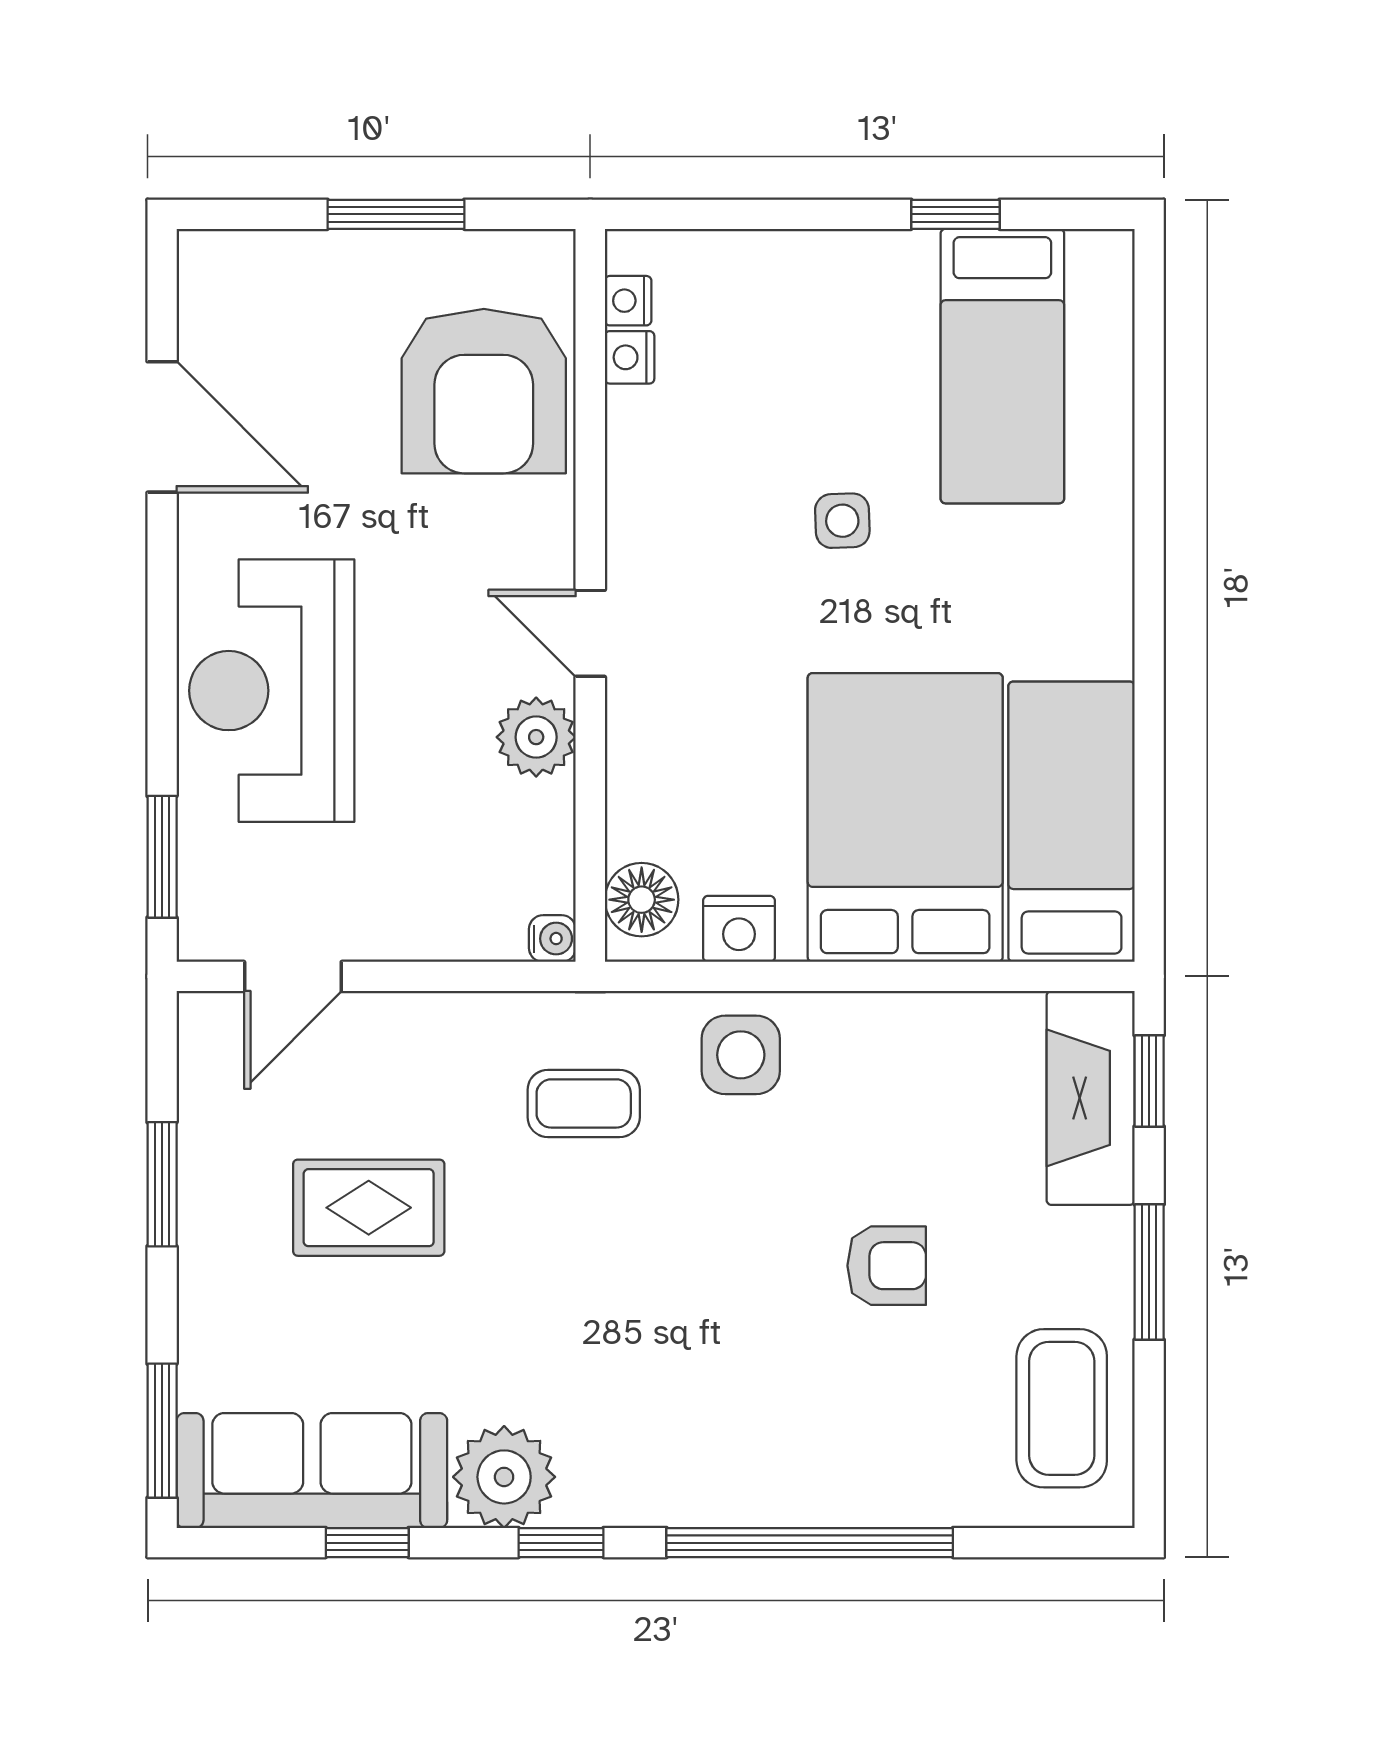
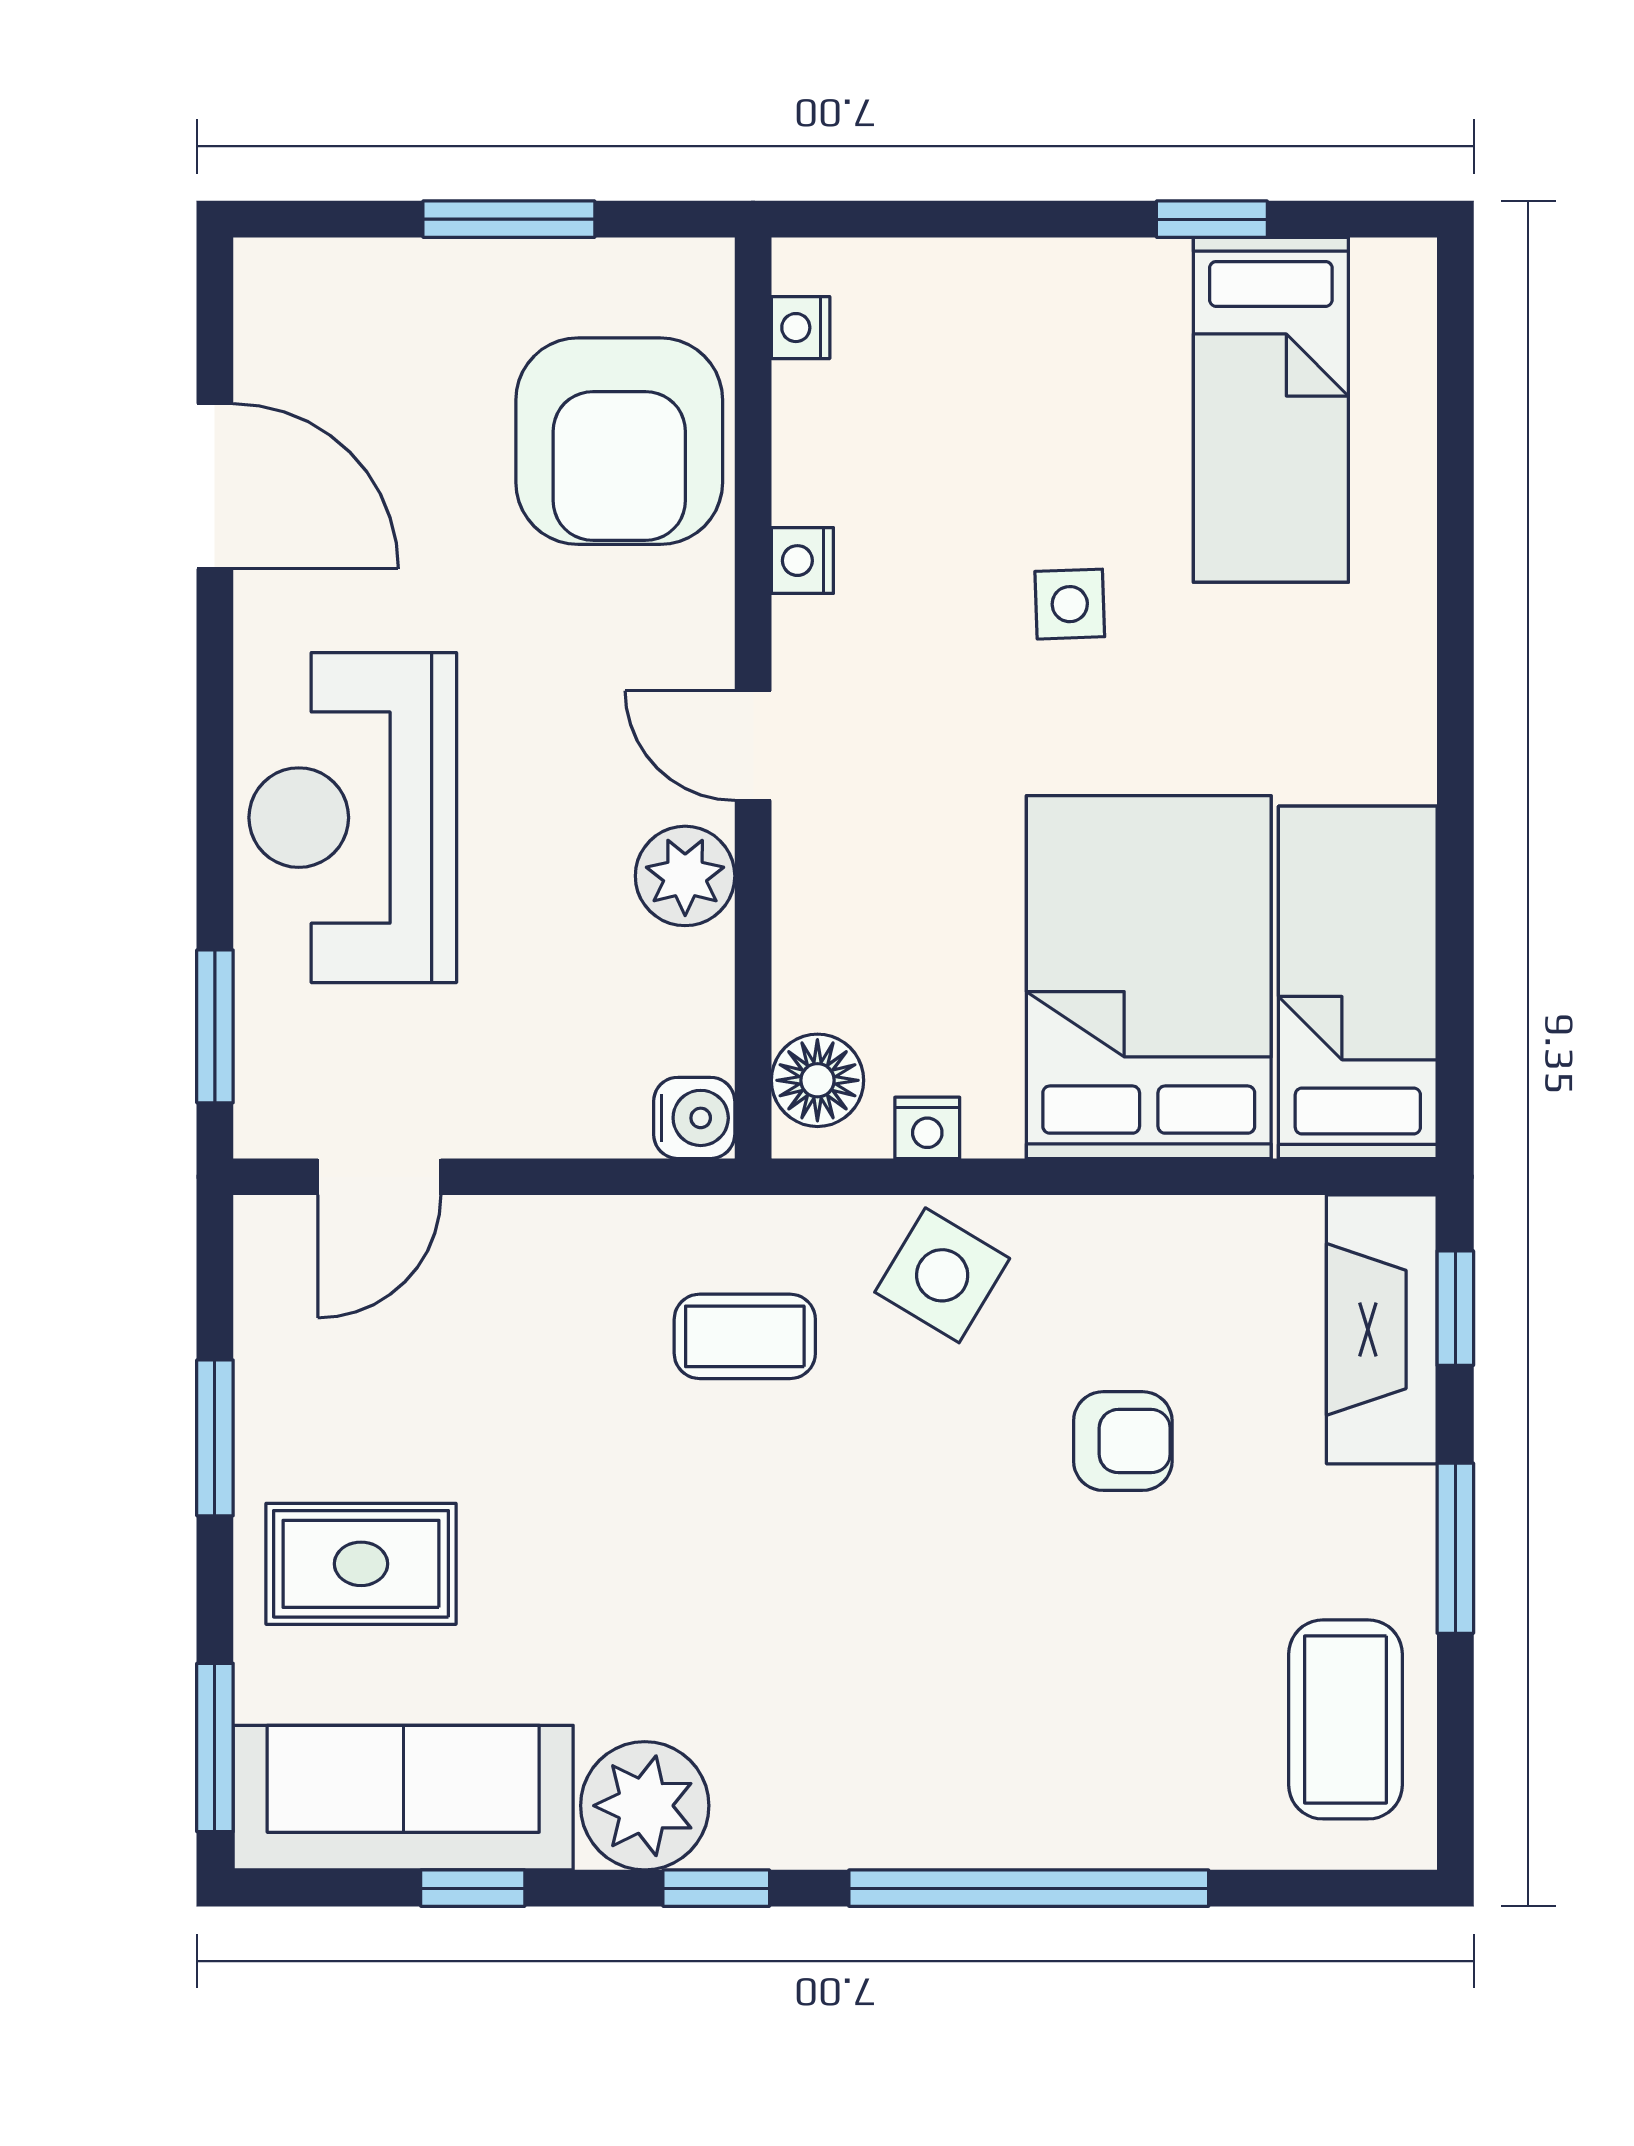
nightstand: (630, 357) -> (802, 561), moved
nightstand: (739, 929) -> (927, 1128), width x0.72, depth x0.74
water cooler: (552, 939) -> (694, 1118), width x1.38, depth x1.38
side table: (741, 1055) -> (942, 1275), turned 31
rug: (369, 1208) -> (361, 1564), moved
armchair: (887, 1266) -> (1123, 1441), moved

